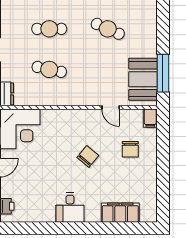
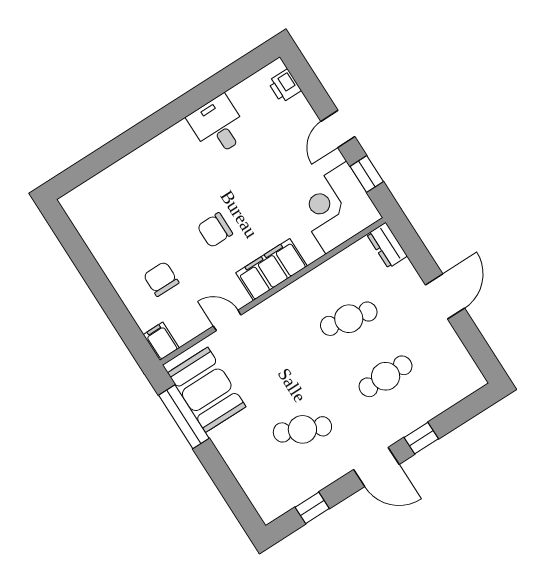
chair: (88, 156) -> (215, 230), turned 50
desk: (70, 208) -> (218, 126), moved
filing cabinet: (120, 213) -> (272, 269), moved, turned 180

